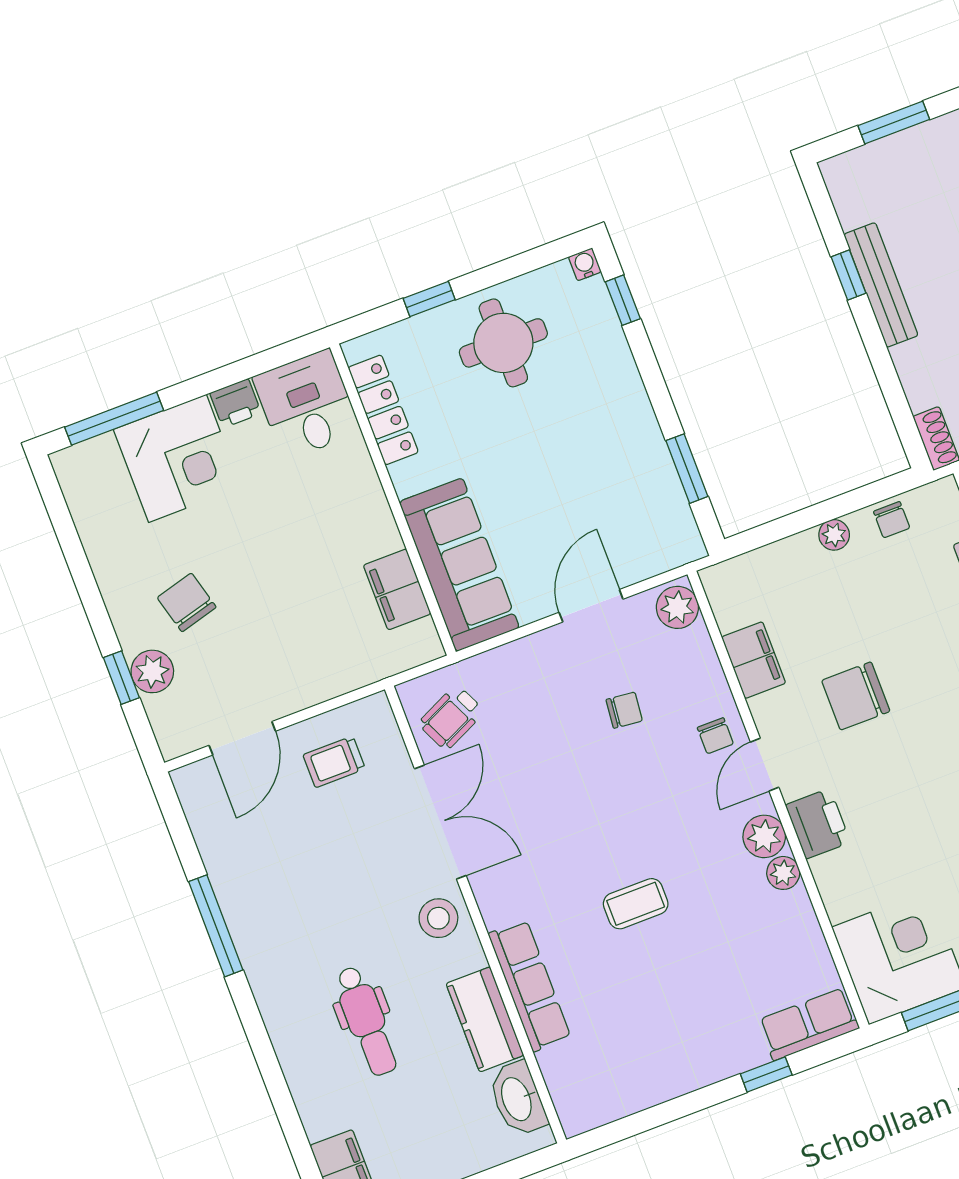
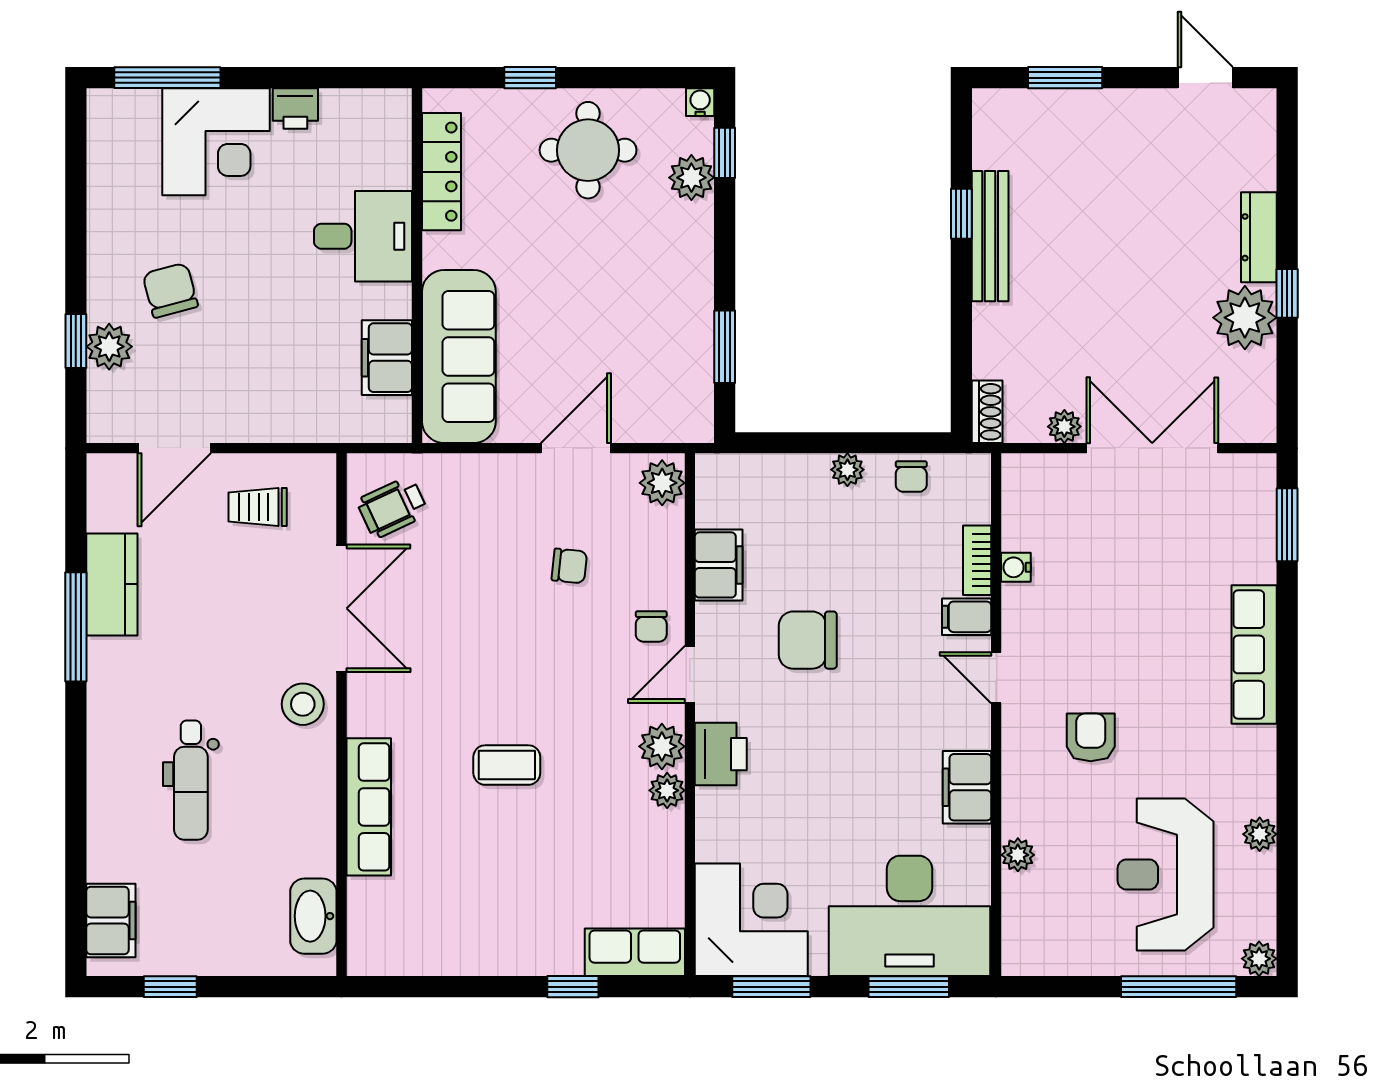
plant: (602, 333) -> (691, 178), added
desk: (307, 405) -> (363, 236), moved, turned 90
kitchen counter: (485, 1019) -> (112, 584), moved, turned 180

